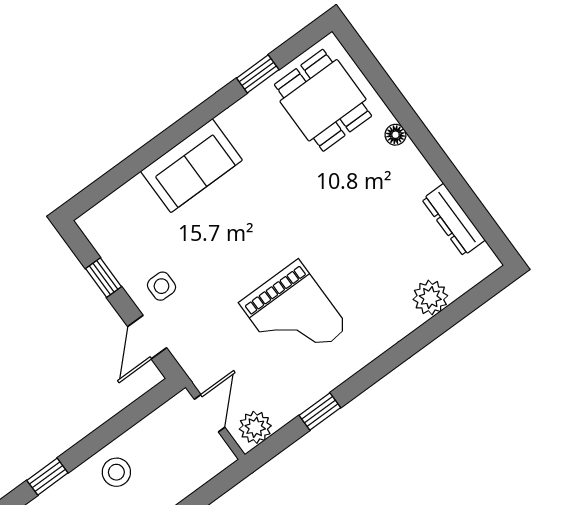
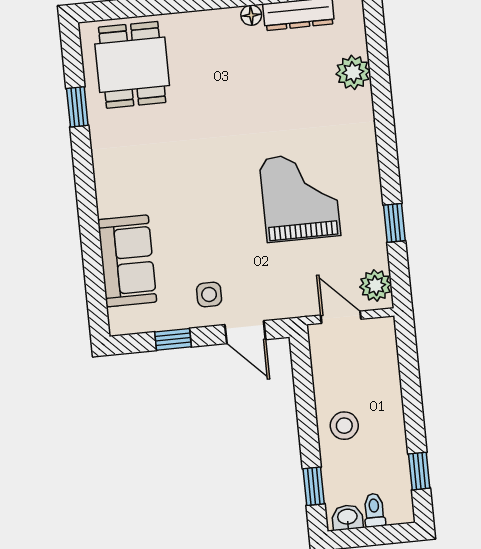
dining table: (323, 100) -> (132, 65), turned 90
floor lamp: (395, 135) -> (251, 15), moved
sofa: (191, 166) -> (127, 261), moved
grand piano: (294, 315) -> (300, 197), turned -90

